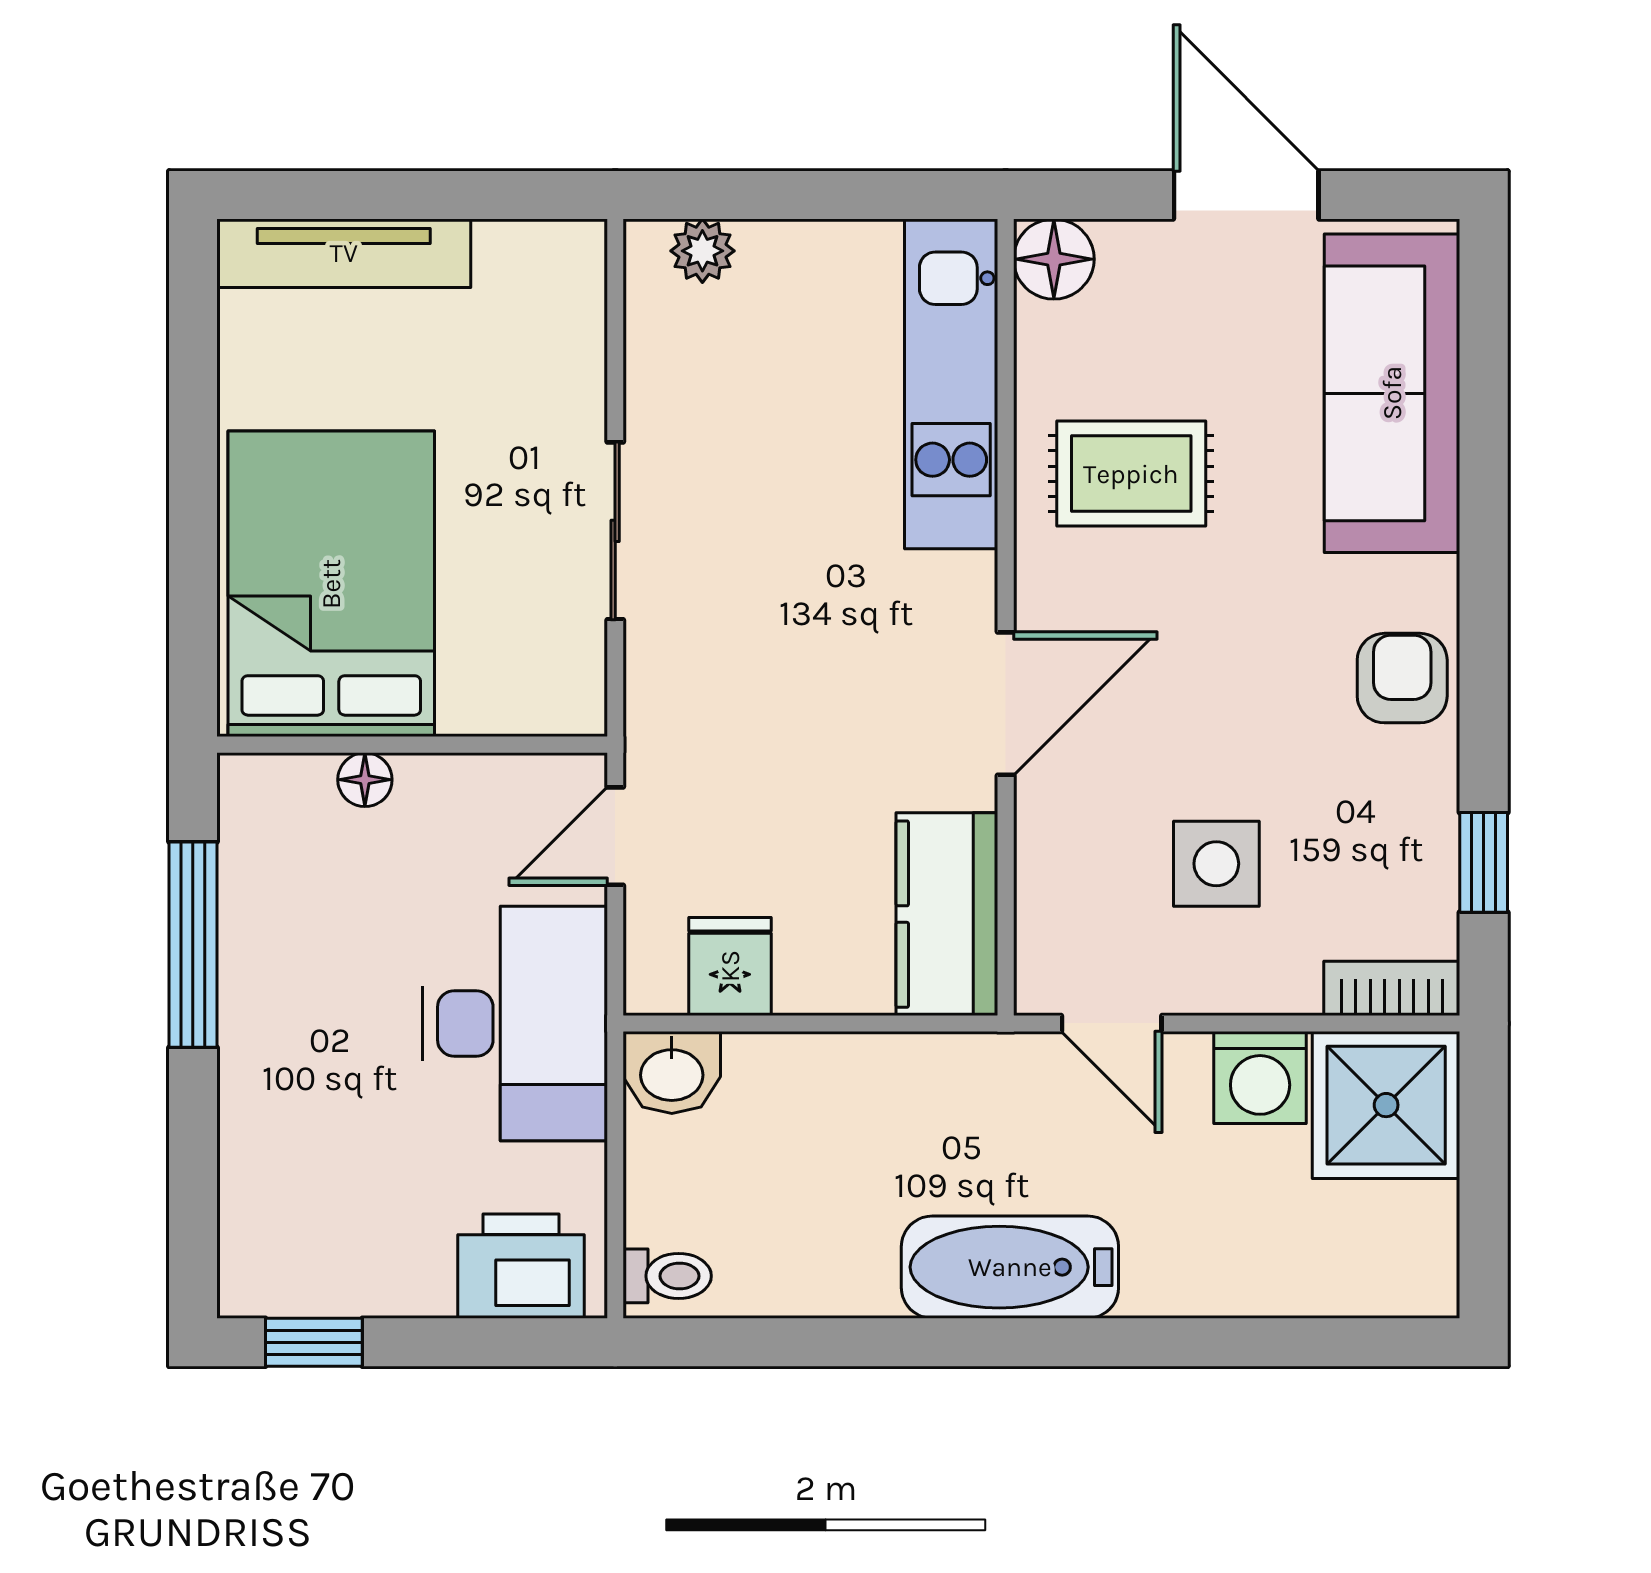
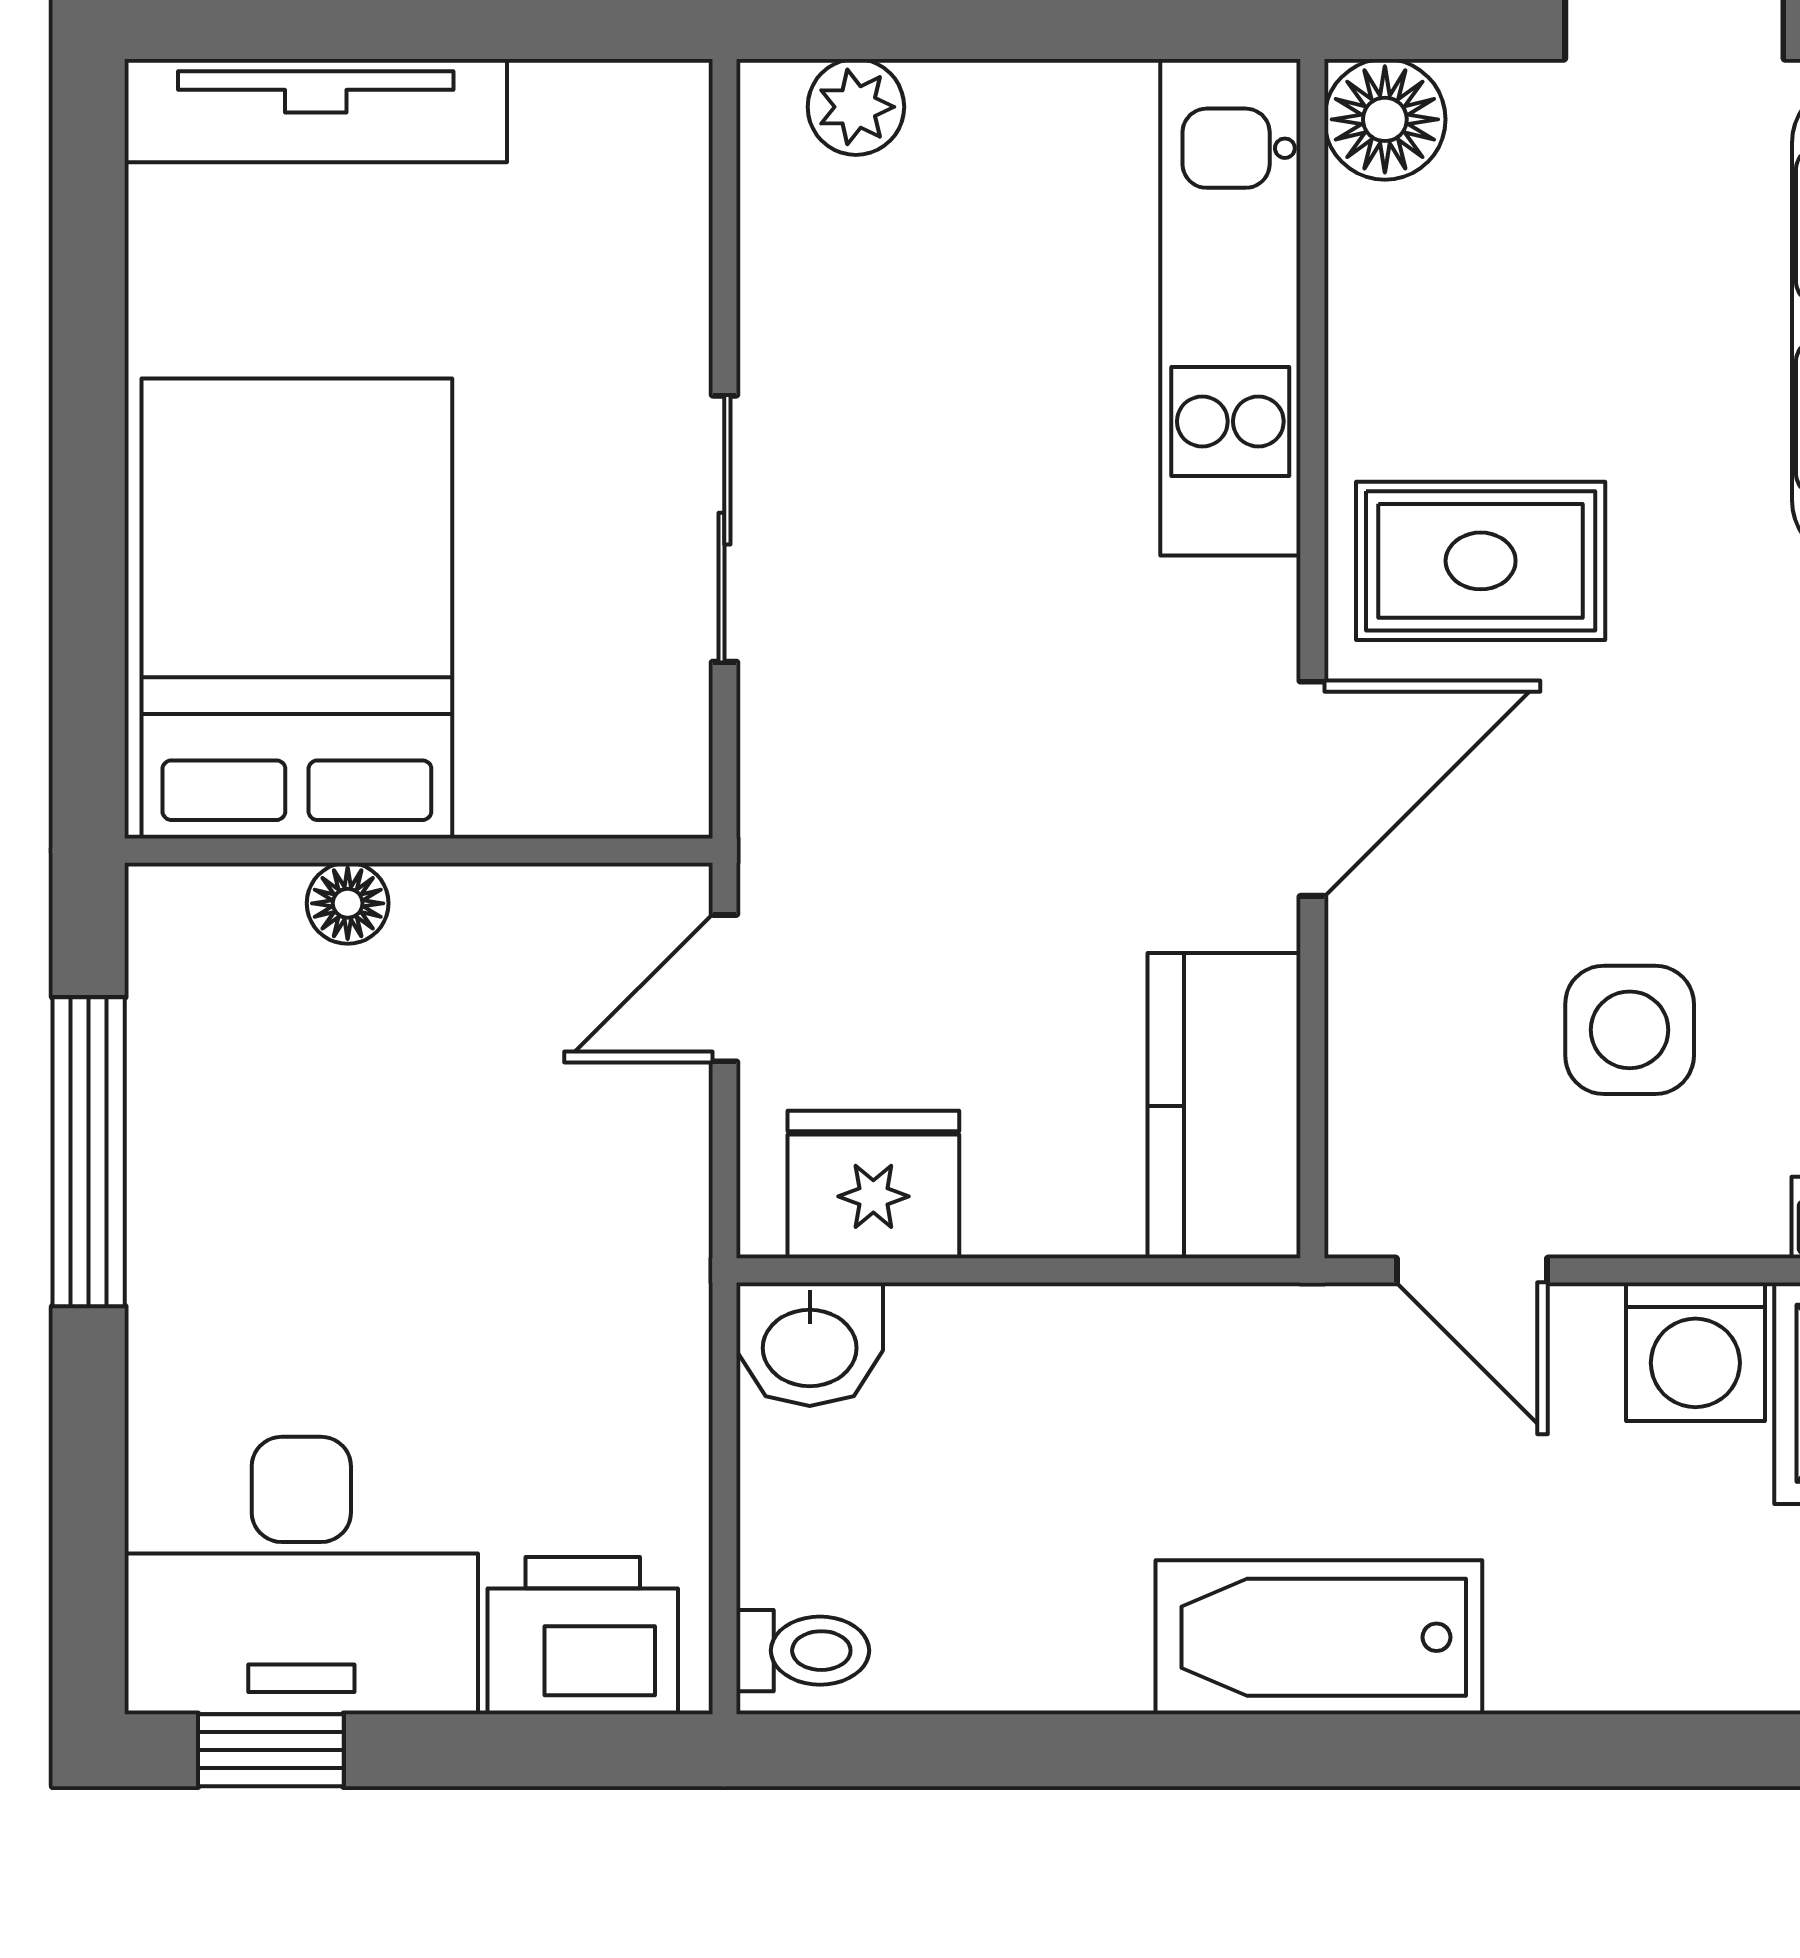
rug: (1131, 474) -> (1481, 561), moved
fridge: (730, 966) -> (873, 1185), width x1.38
desk: (515, 1023) -> (301, 1575), moved, turned 90

